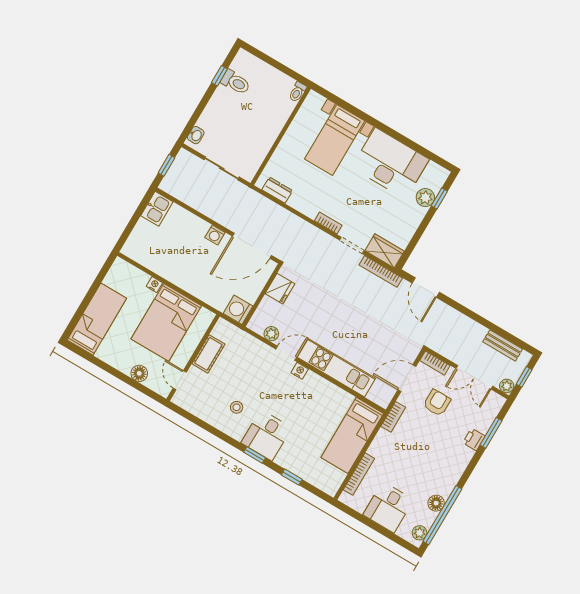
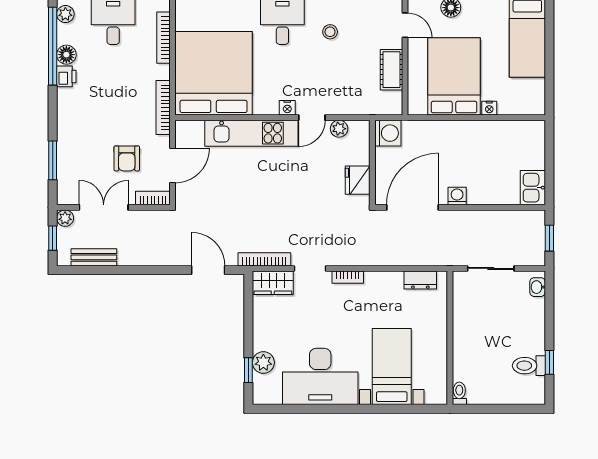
bookcase: (393, 417) -> (163, 108), width x1.56
bed: (352, 435) -> (214, 73), width x2.04
printer: (474, 439) -> (66, 76), moved

